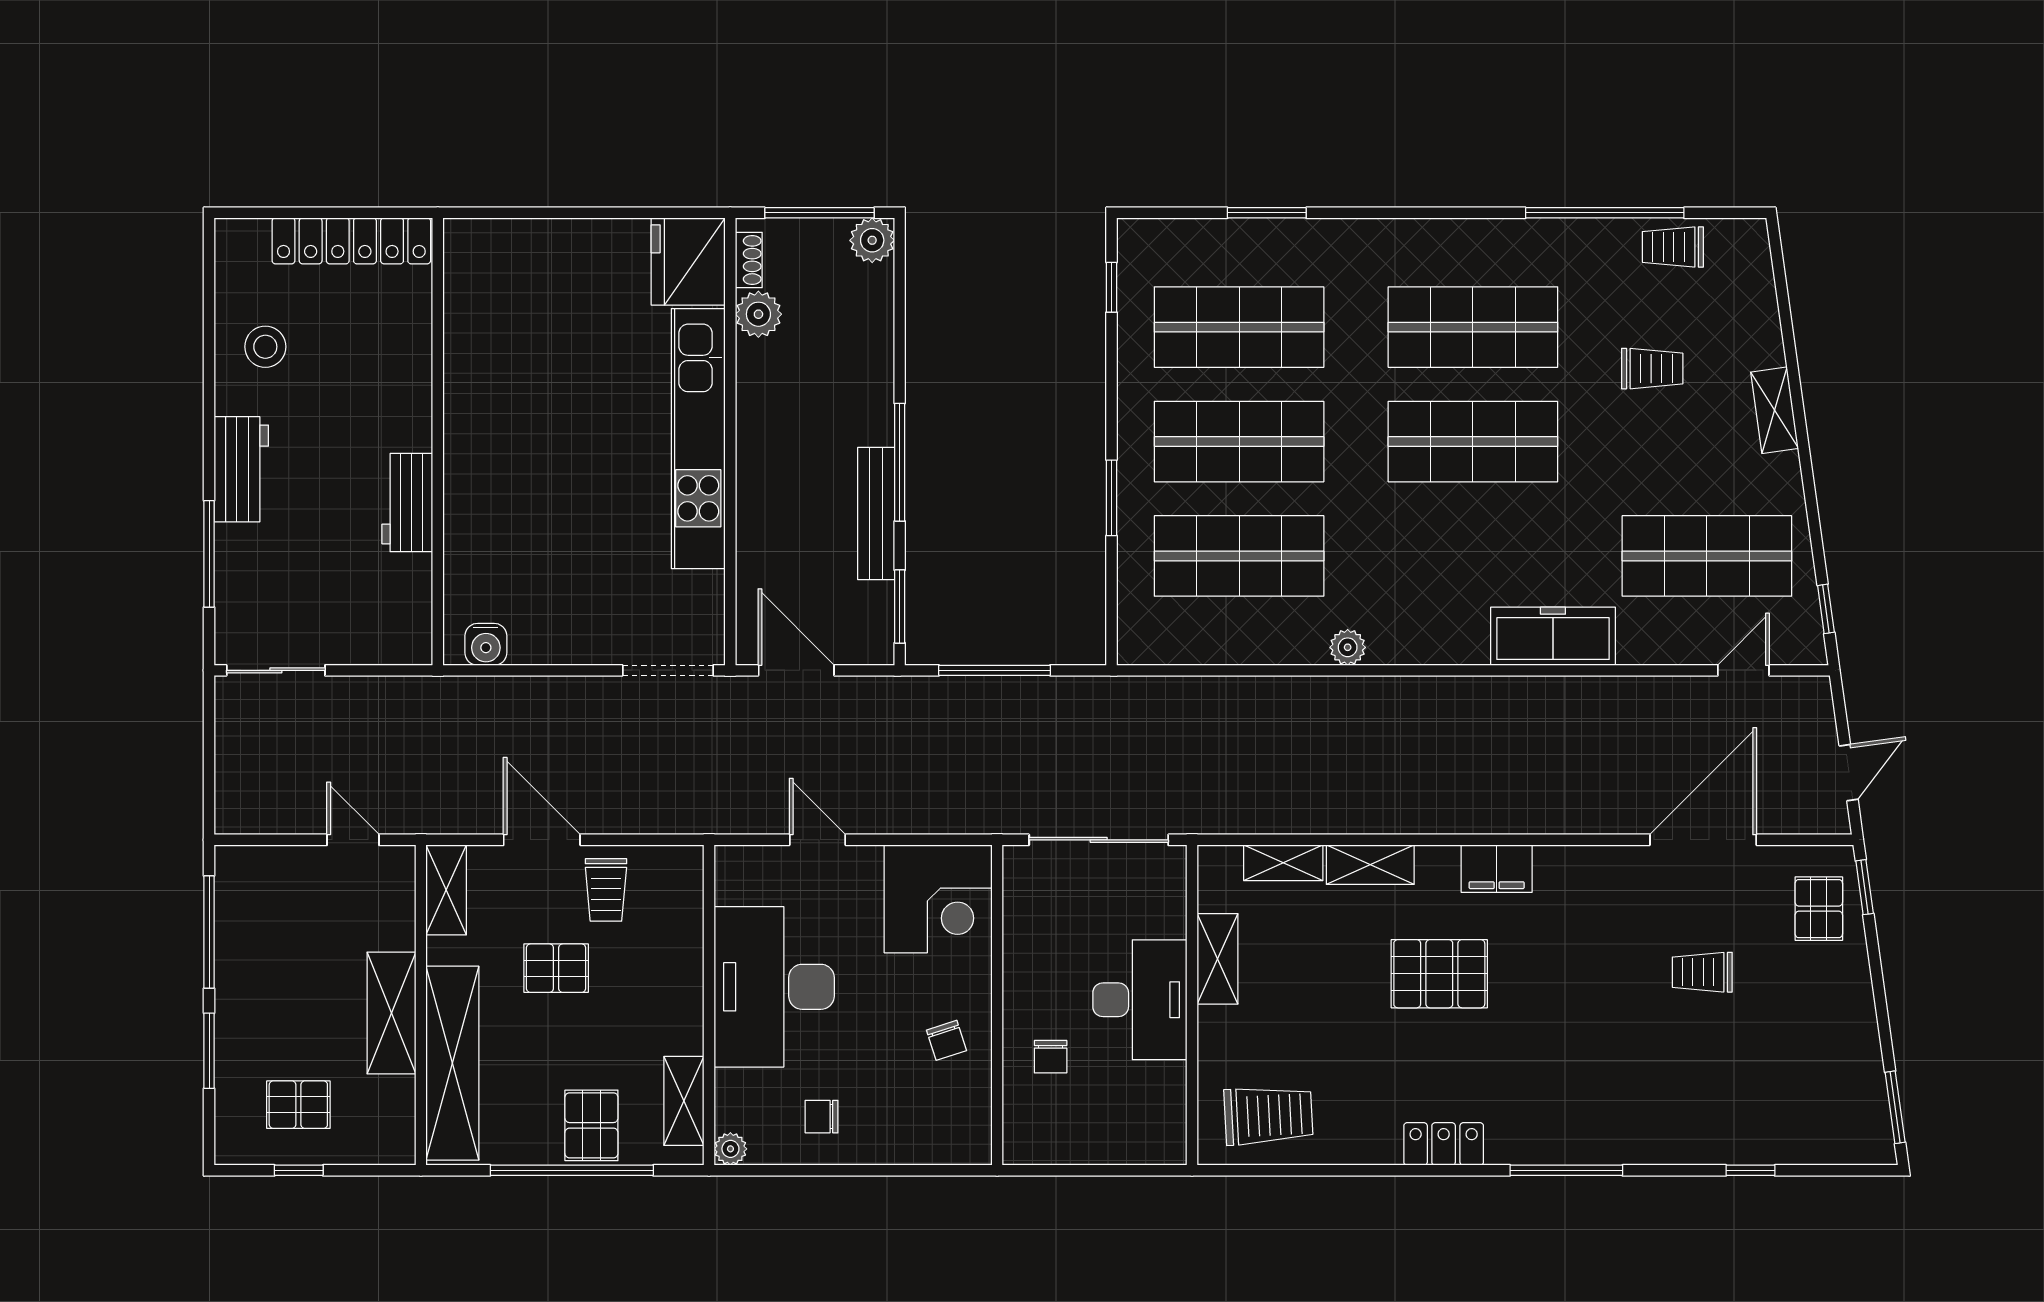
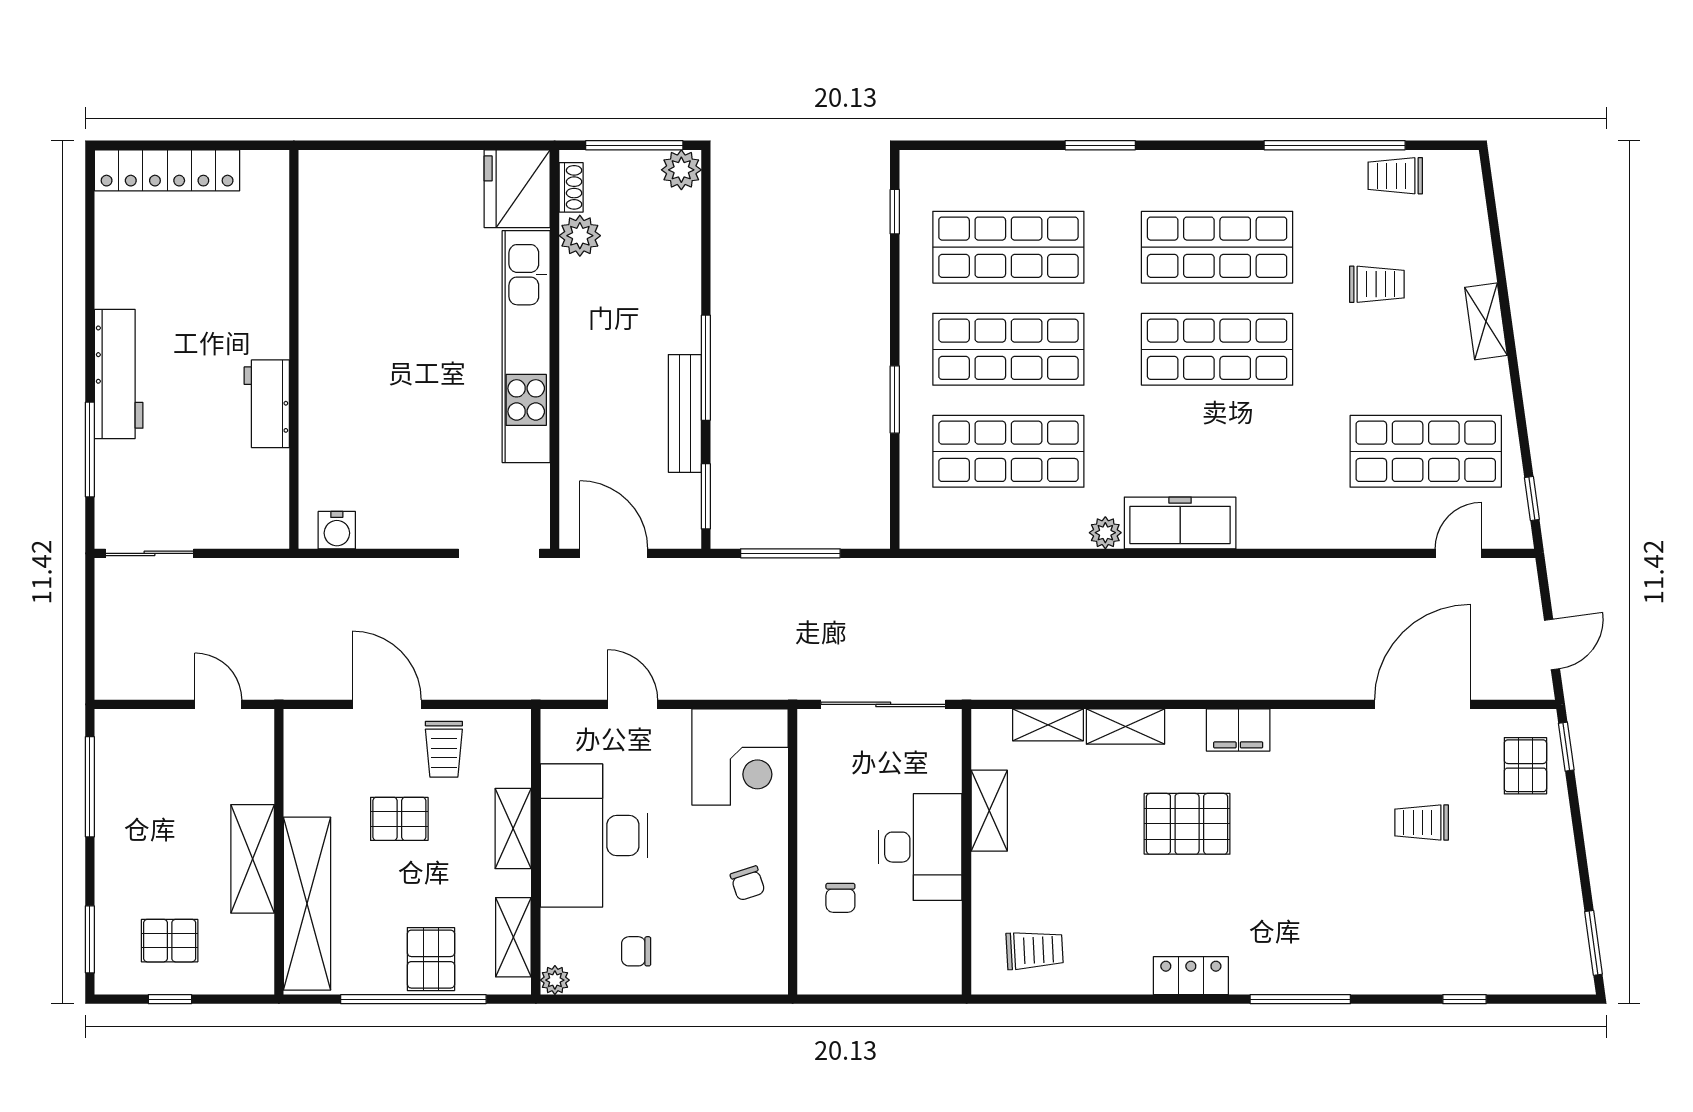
window: (1267, 213) -> (1100, 145), moved
locker: (351, 241) -> (167, 170), moved
stool: (265, 347) -> (140, 265), removed
workbench: (241, 469) -> (119, 374), width x1.37
freezer: (1553, 636) -> (1180, 523), moved
shelving: (446, 890) -> (513, 829), moved
window: (209, 1051) -> (90, 939), moved
trolley: (1268, 1115) -> (1035, 950), width x0.73, depth x0.72

